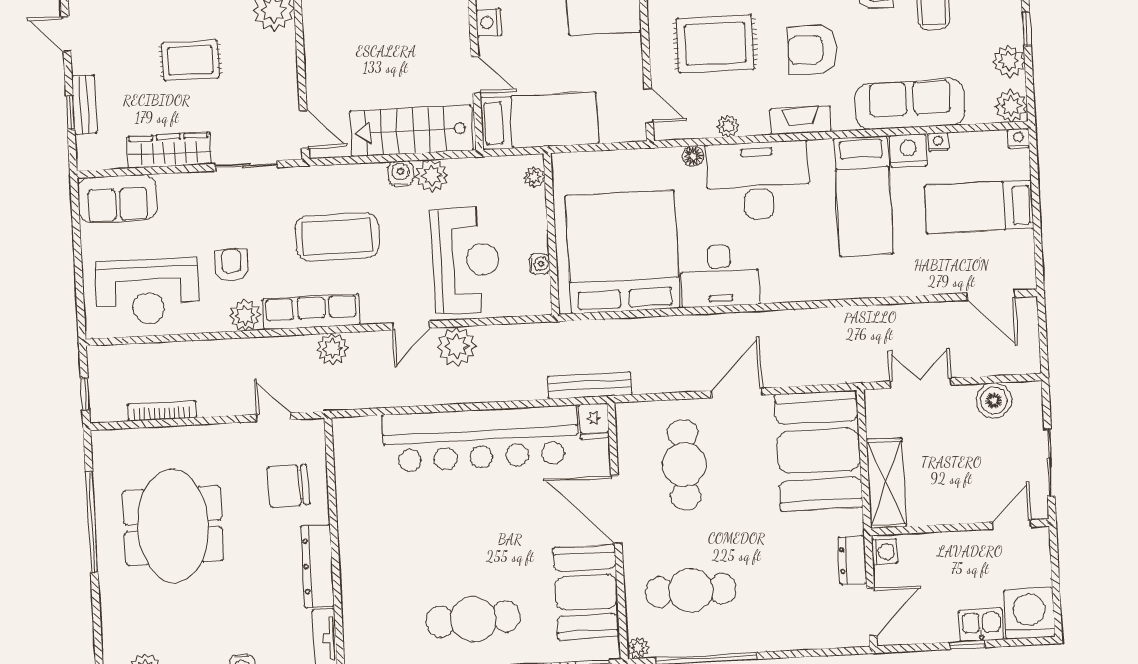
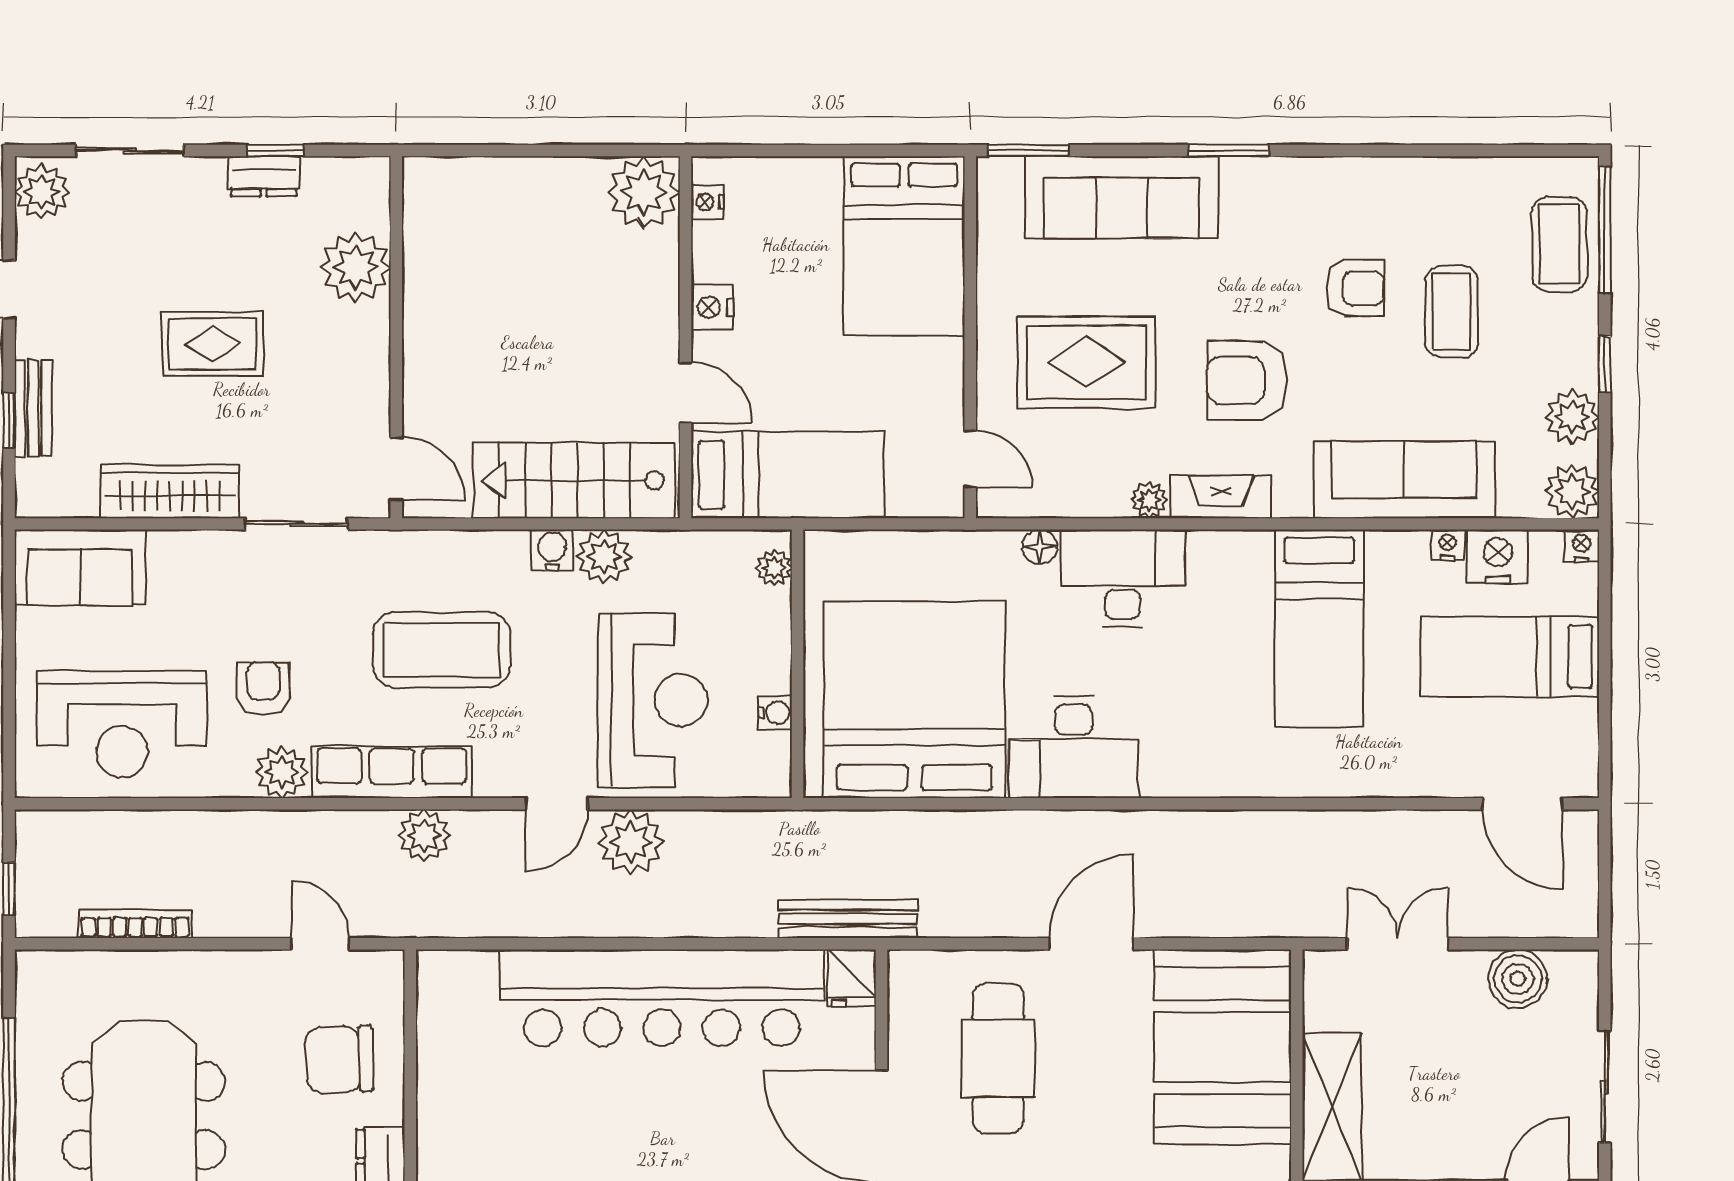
plant: (728, 126) -> (1149, 500), moved
nightstand: (908, 151) -> (1498, 557), moved
desk: (758, 180) -> (1123, 578), width x0.73, depth x0.77

